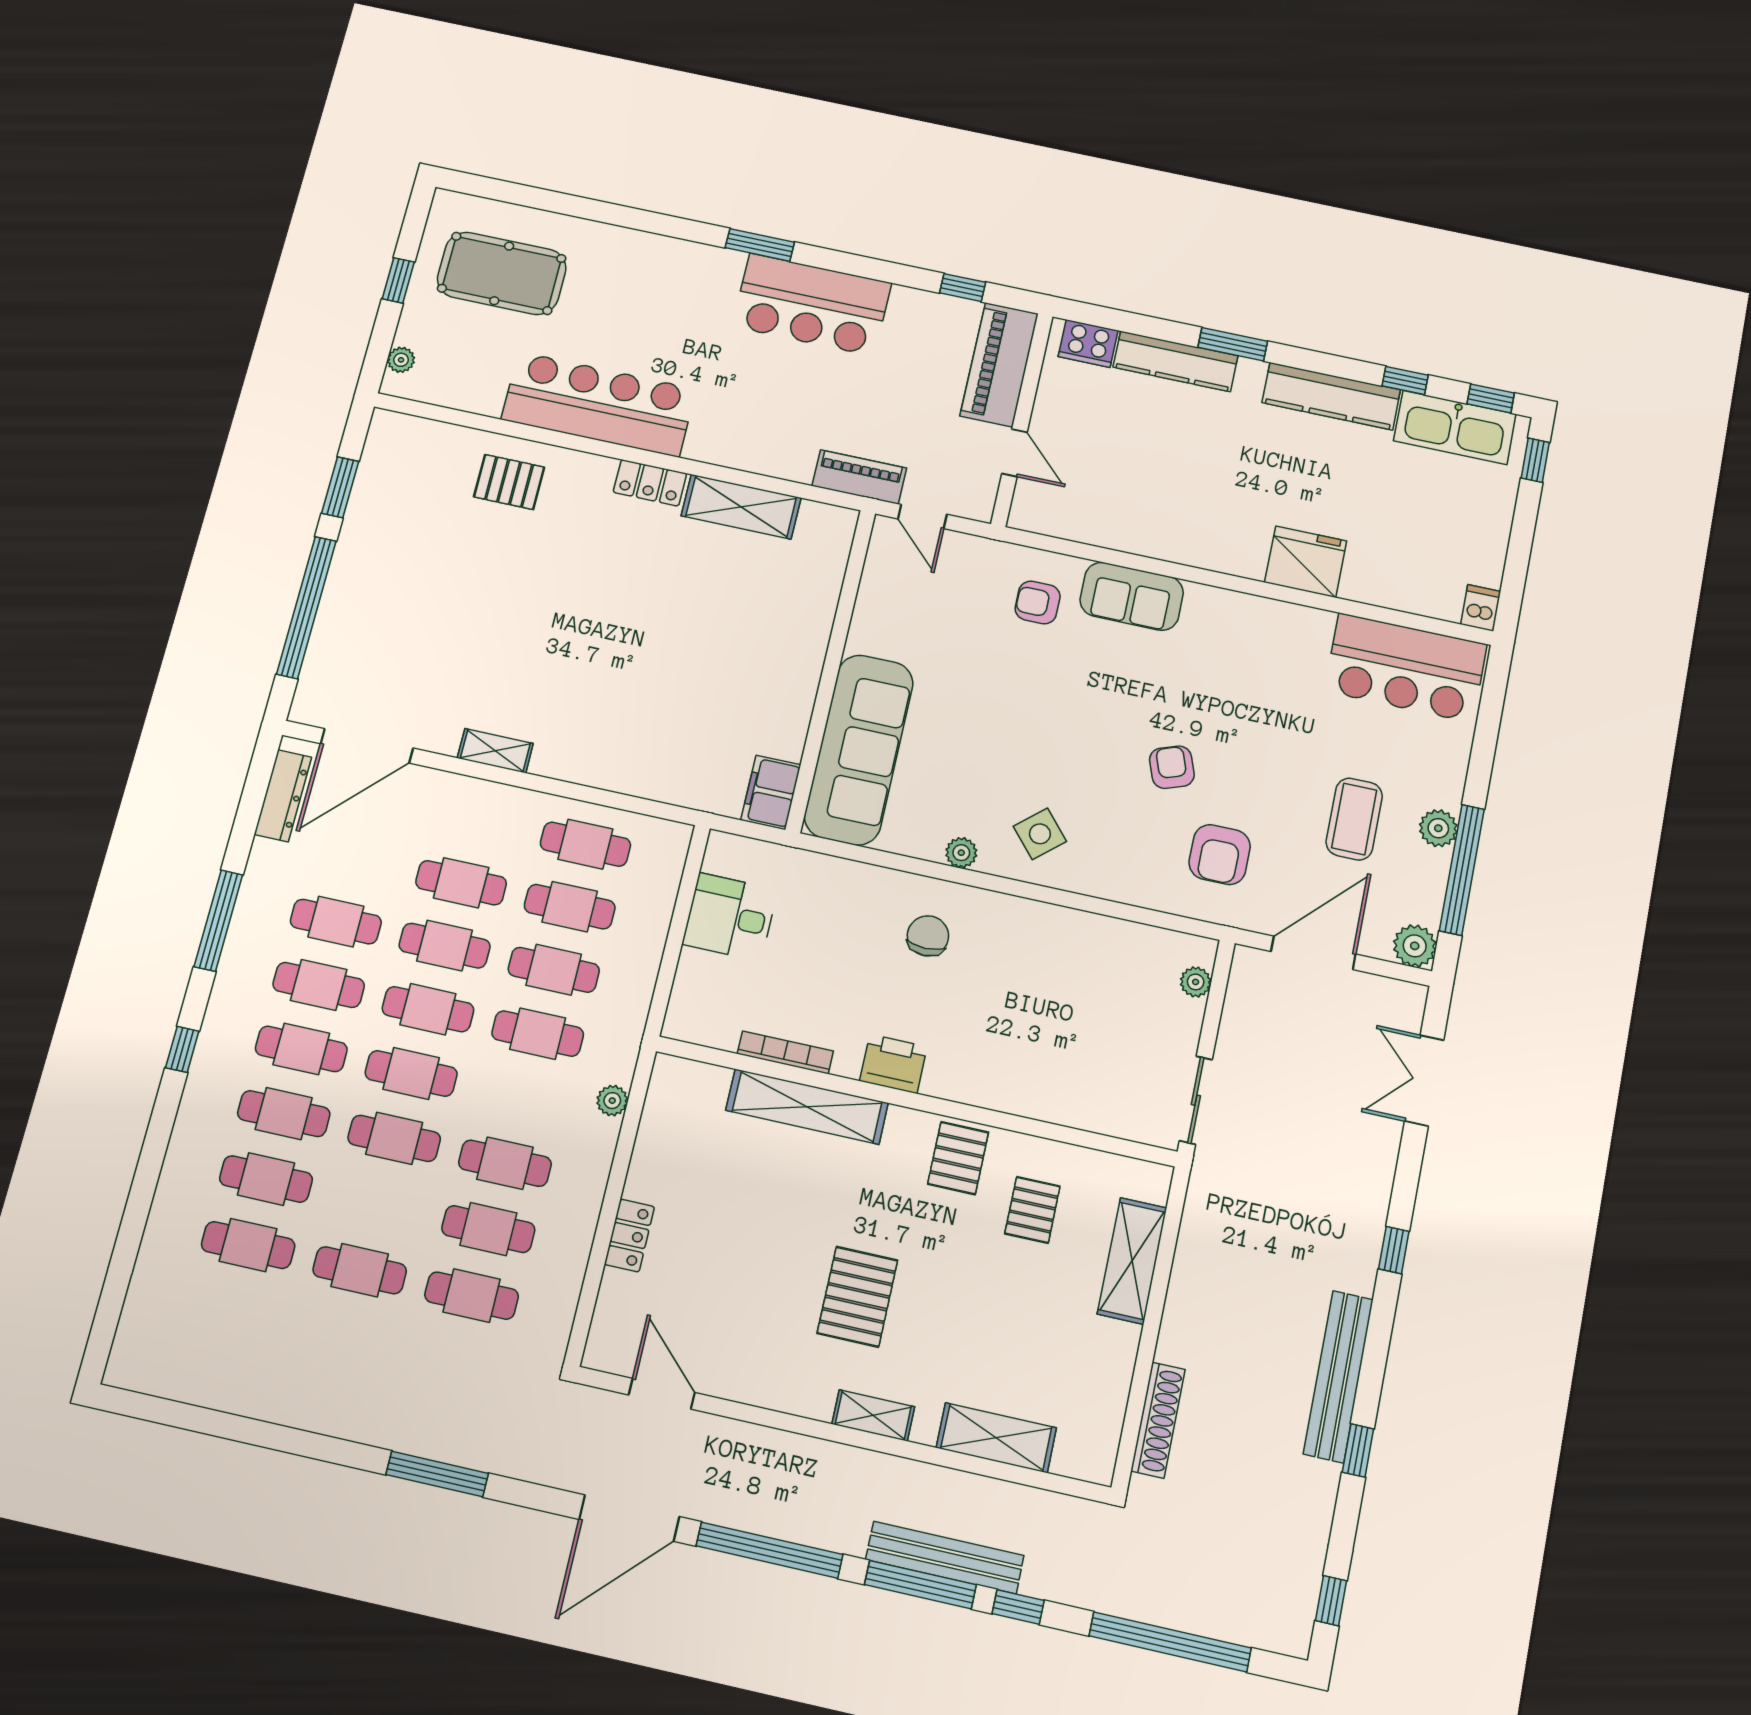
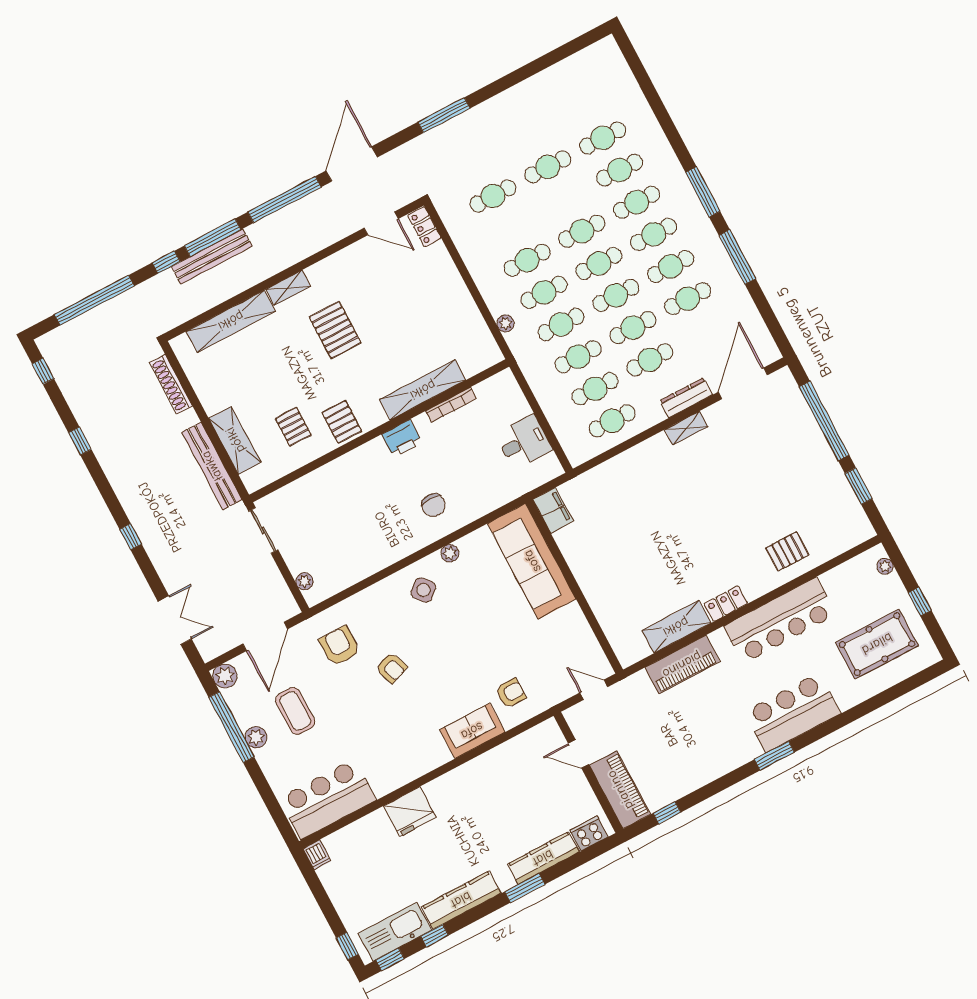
bar counter: (812, 305) -> (792, 713), moved
piano: (859, 477) -> (682, 665), moved, width x1.37, depth x1.33
dresser: (283, 796) -> (686, 398), moved, turned 90
window: (182, 1049) -> (703, 192), width x2.17
cafe table: (488, 1229) -> (544, 292), moved
locker: (629, 1235) -> (424, 227), moved
bench: (1338, 1376) -> (212, 466), moved
shelving: (996, 1438) -> (231, 321), width x1.47

